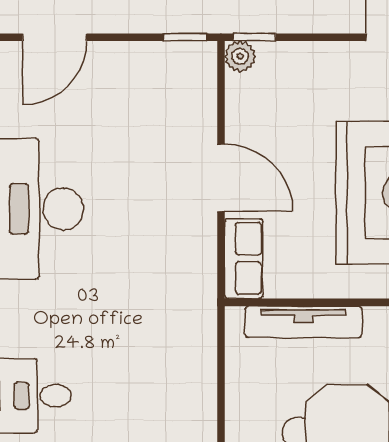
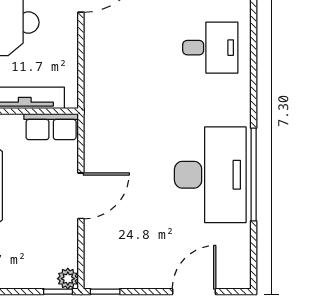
door: (221, 178) -> (81, 196), swing flipped
row of seats: (244, 259) -> (51, 127), moved, turned -90

